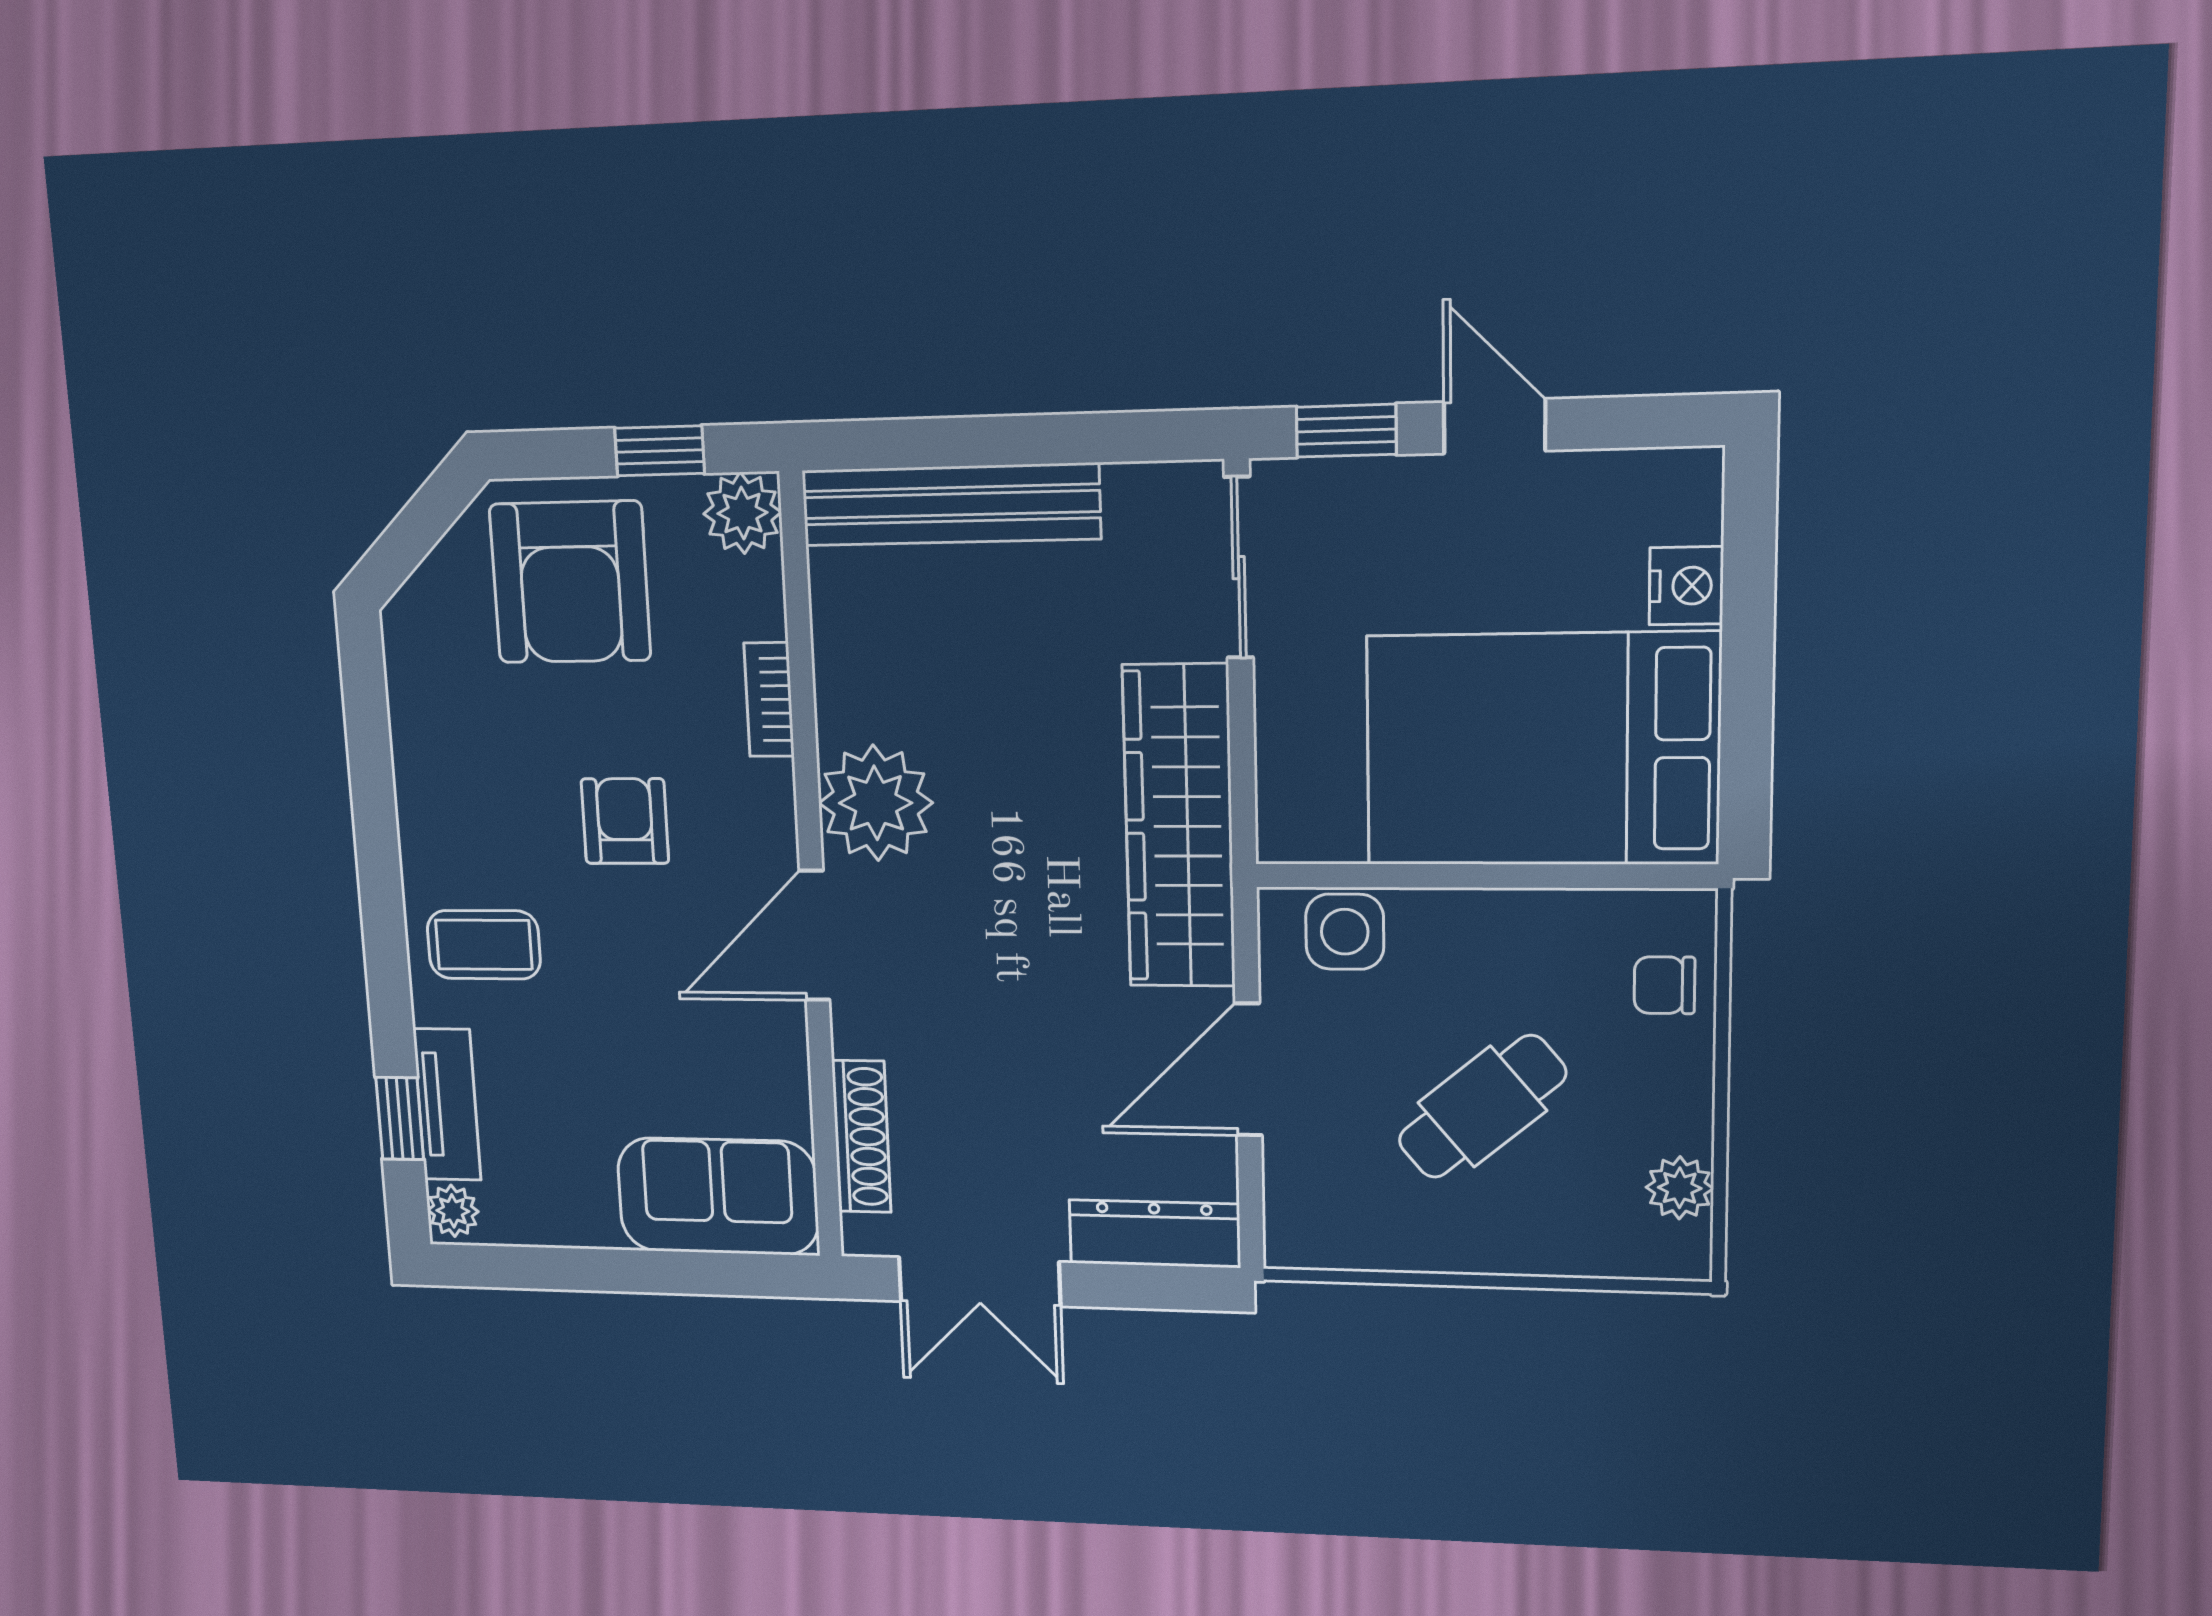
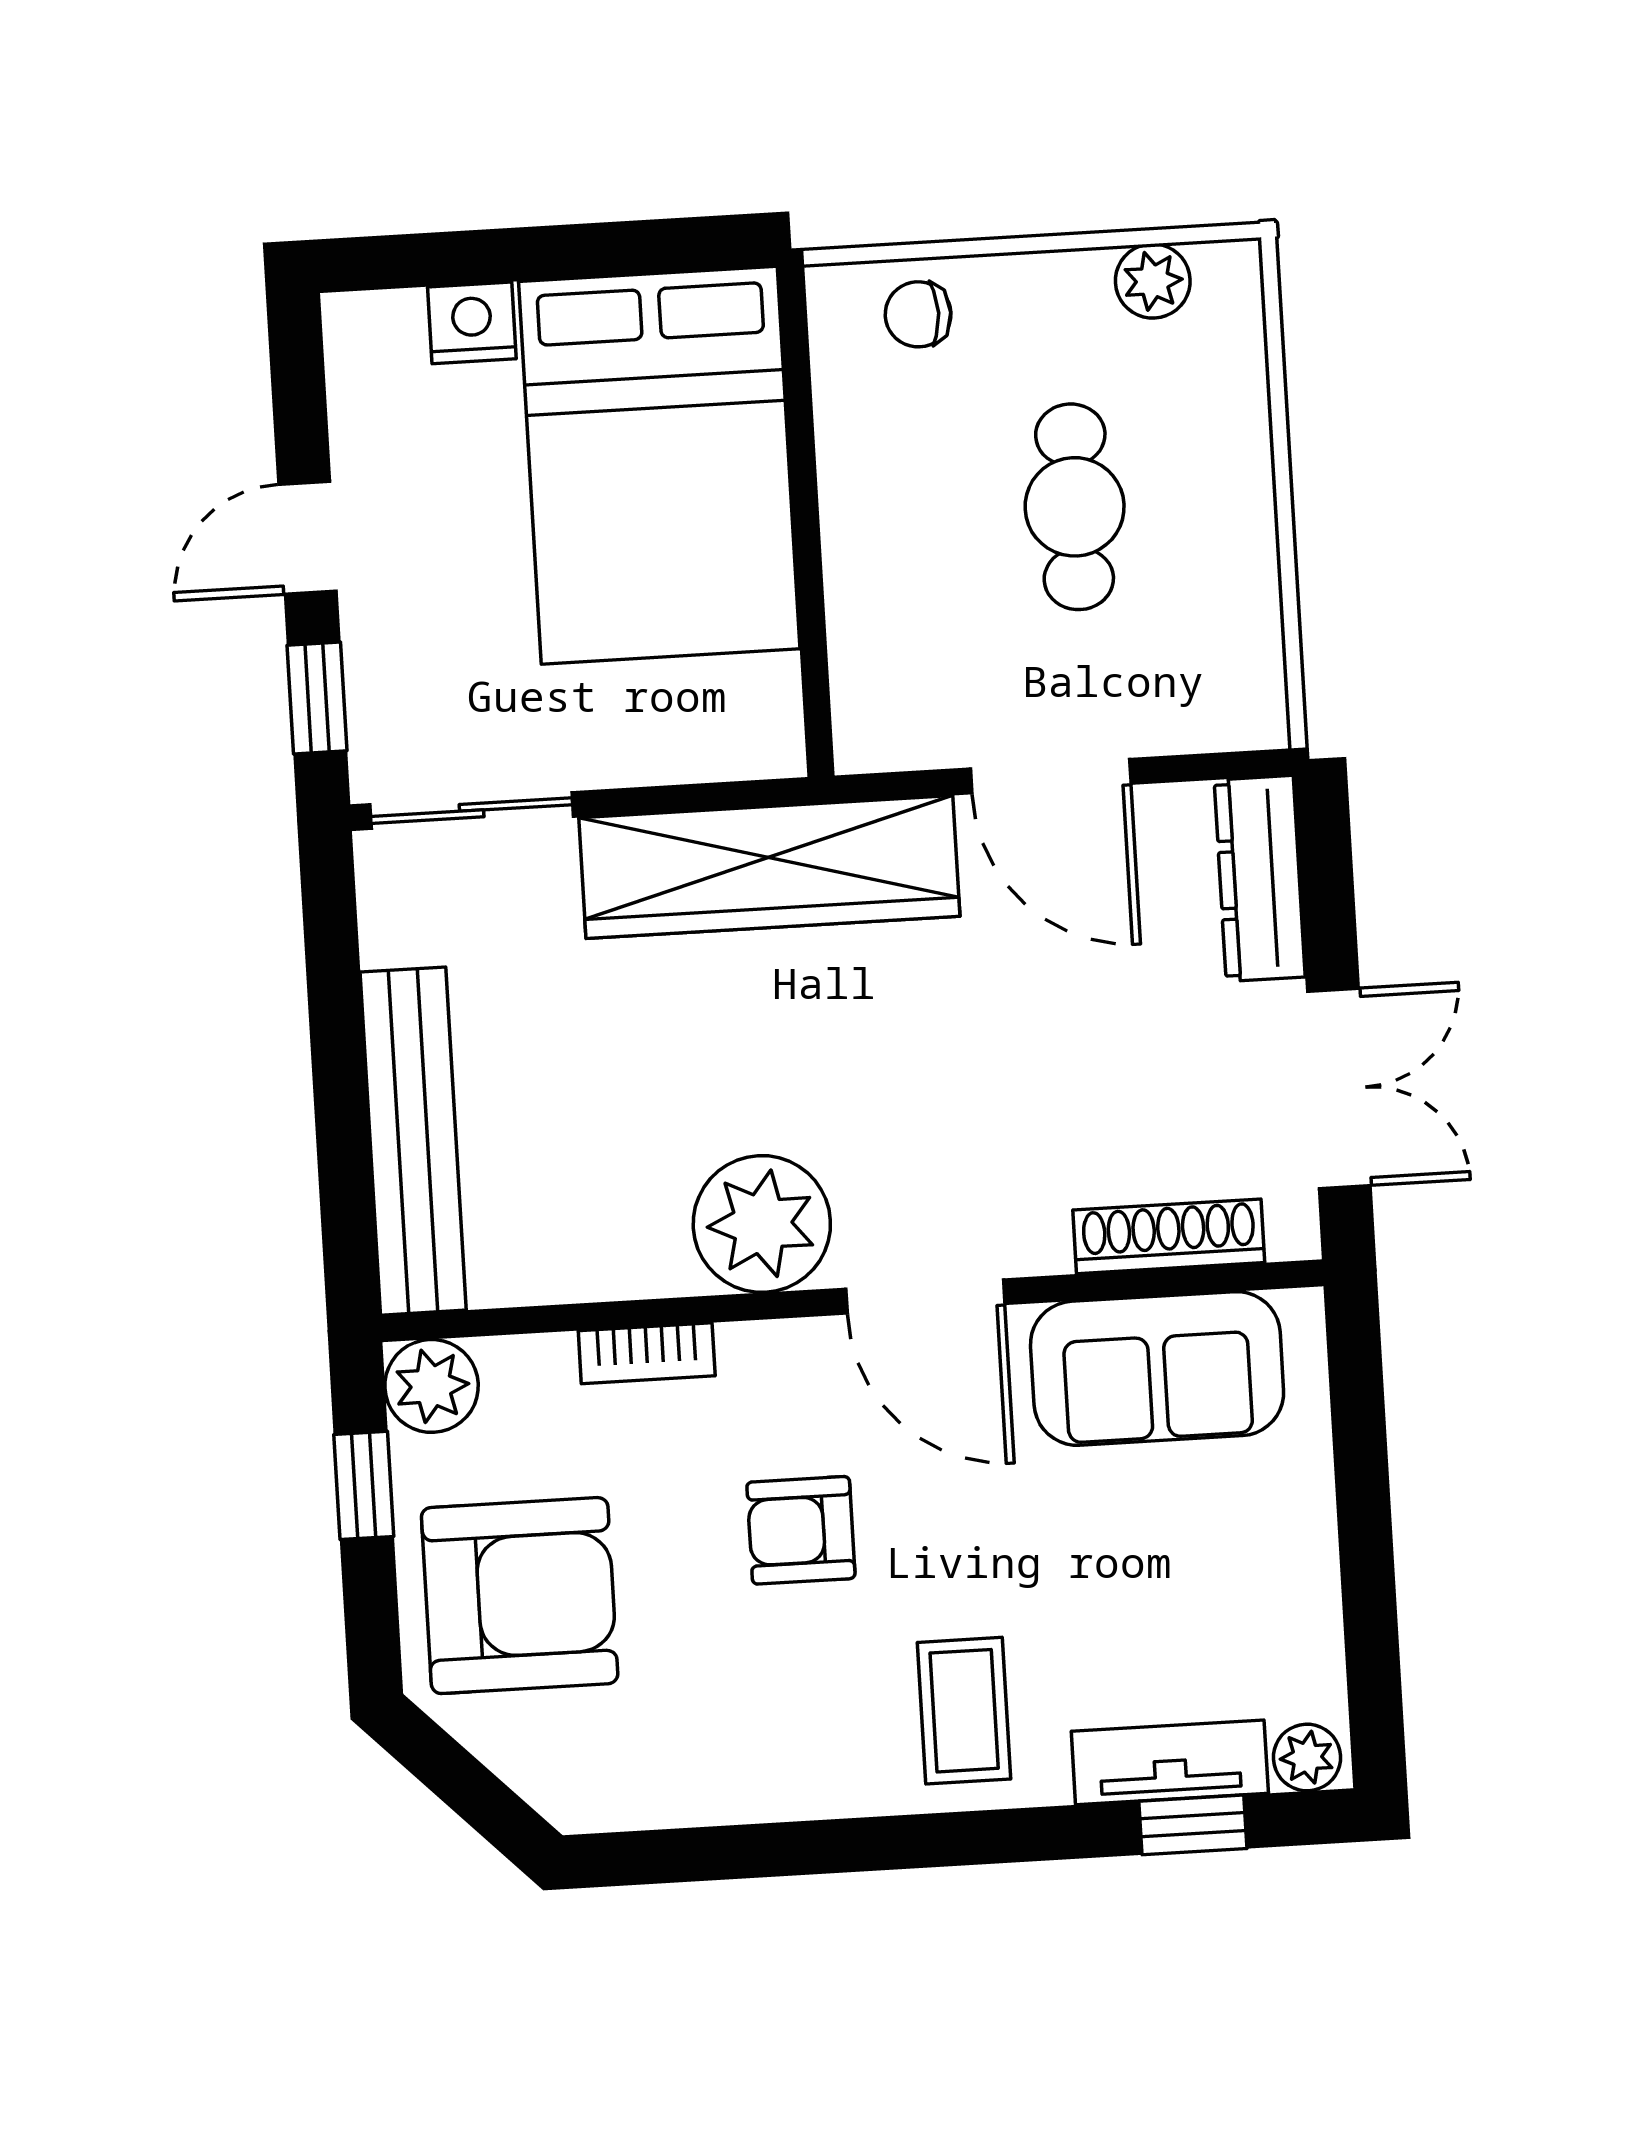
side table: (1345, 932) -> (880, 673), removed
chair: (1664, 985) -> (918, 314), turned 90
cafe table: (1482, 1107) -> (1075, 507), turned 40
sofa: (718, 1196) -> (1157, 1368), moved, turned -90

